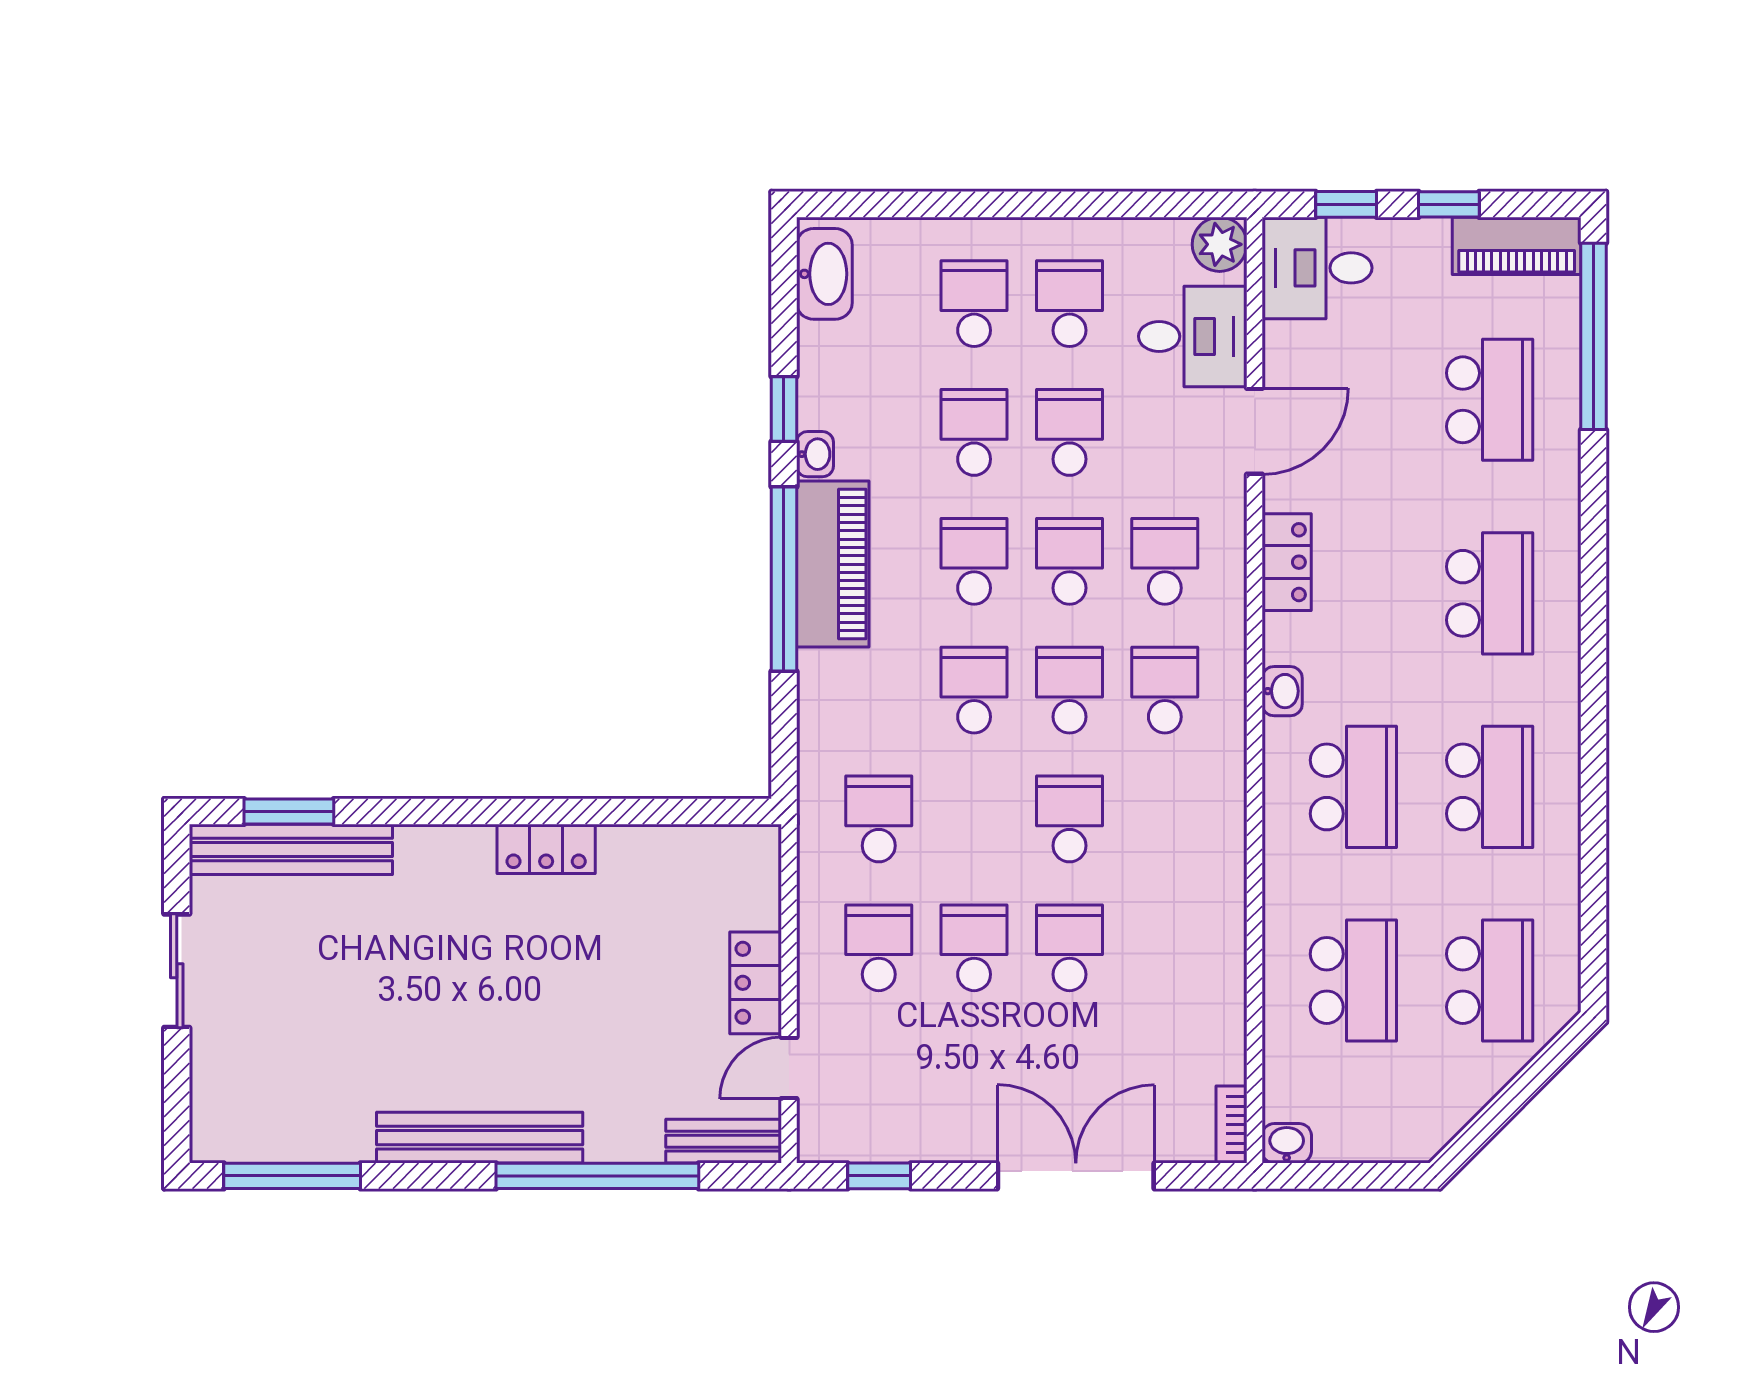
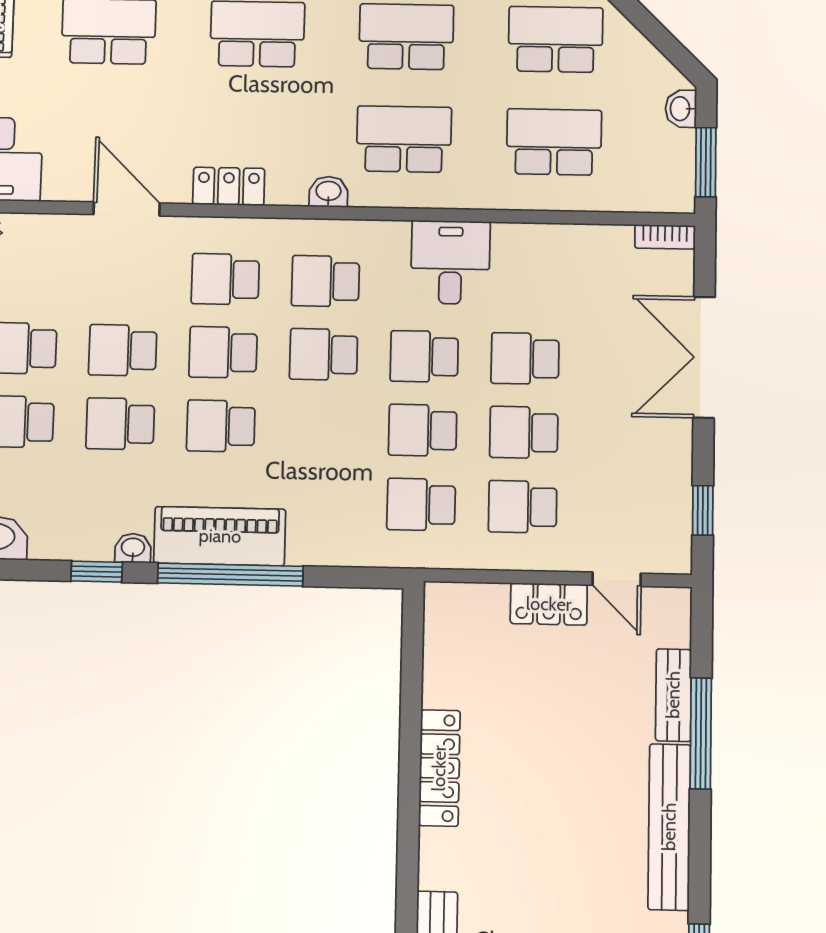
desk: (1193, 336) -> (450, 262), moved
school desk: (974, 690) -> (423, 430), moved
locker: (546, 849) -> (439, 768), width x1.53
bench: (724, 1141) -> (673, 695), moved
washbasin: (1287, 1143) -> (681, 109), moved
window: (597, 1176) -> (701, 733), width x0.68
window: (1331, 1176) -> (706, 162), added

